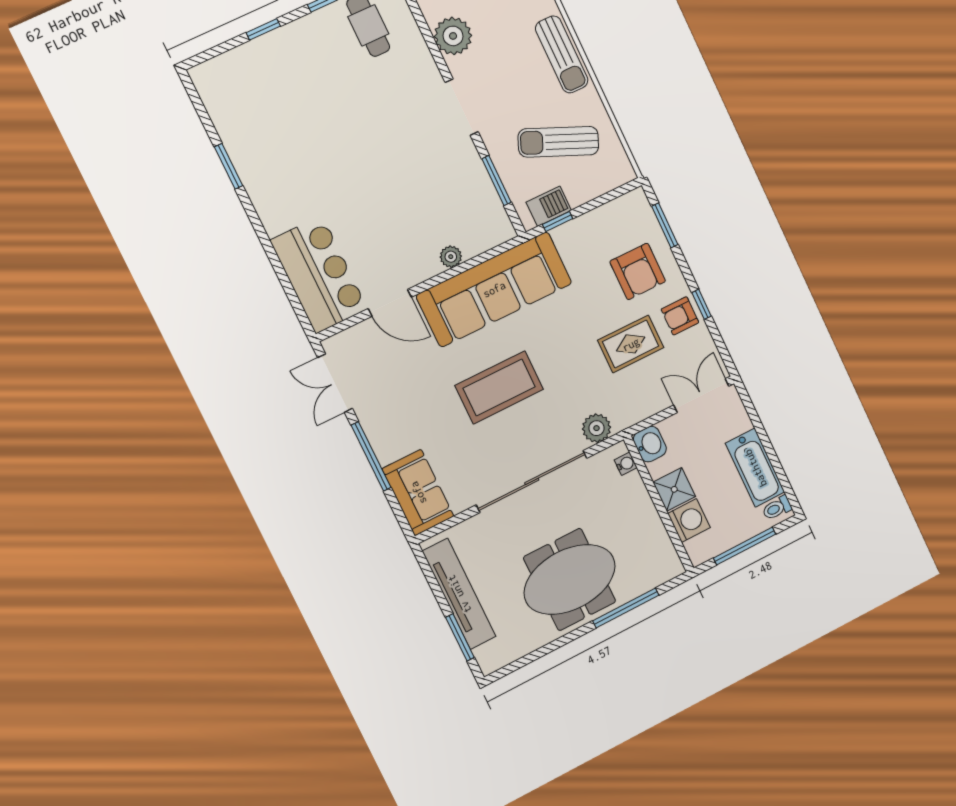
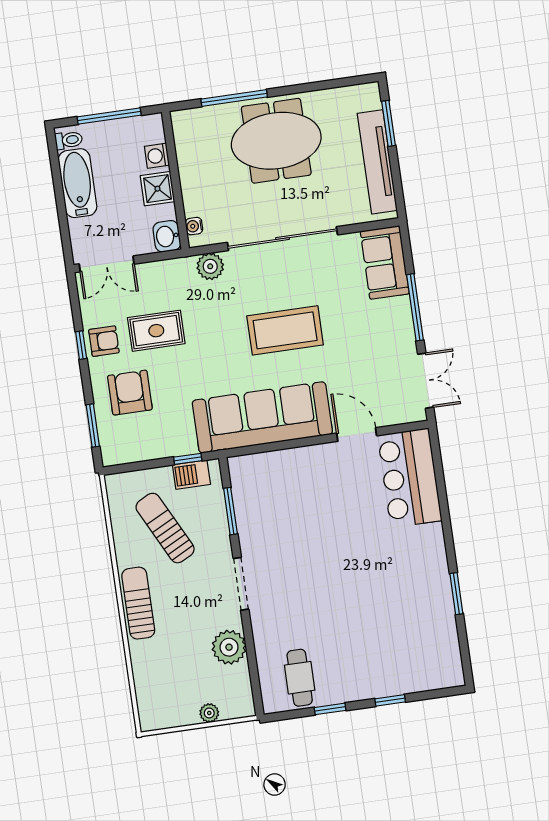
sun lounger: (558, 142) -> (165, 528), turned -140
plant: (451, 257) -> (291, 458), removed
washing machine: (689, 520) -> (157, 156), width x0.73, depth x0.73

